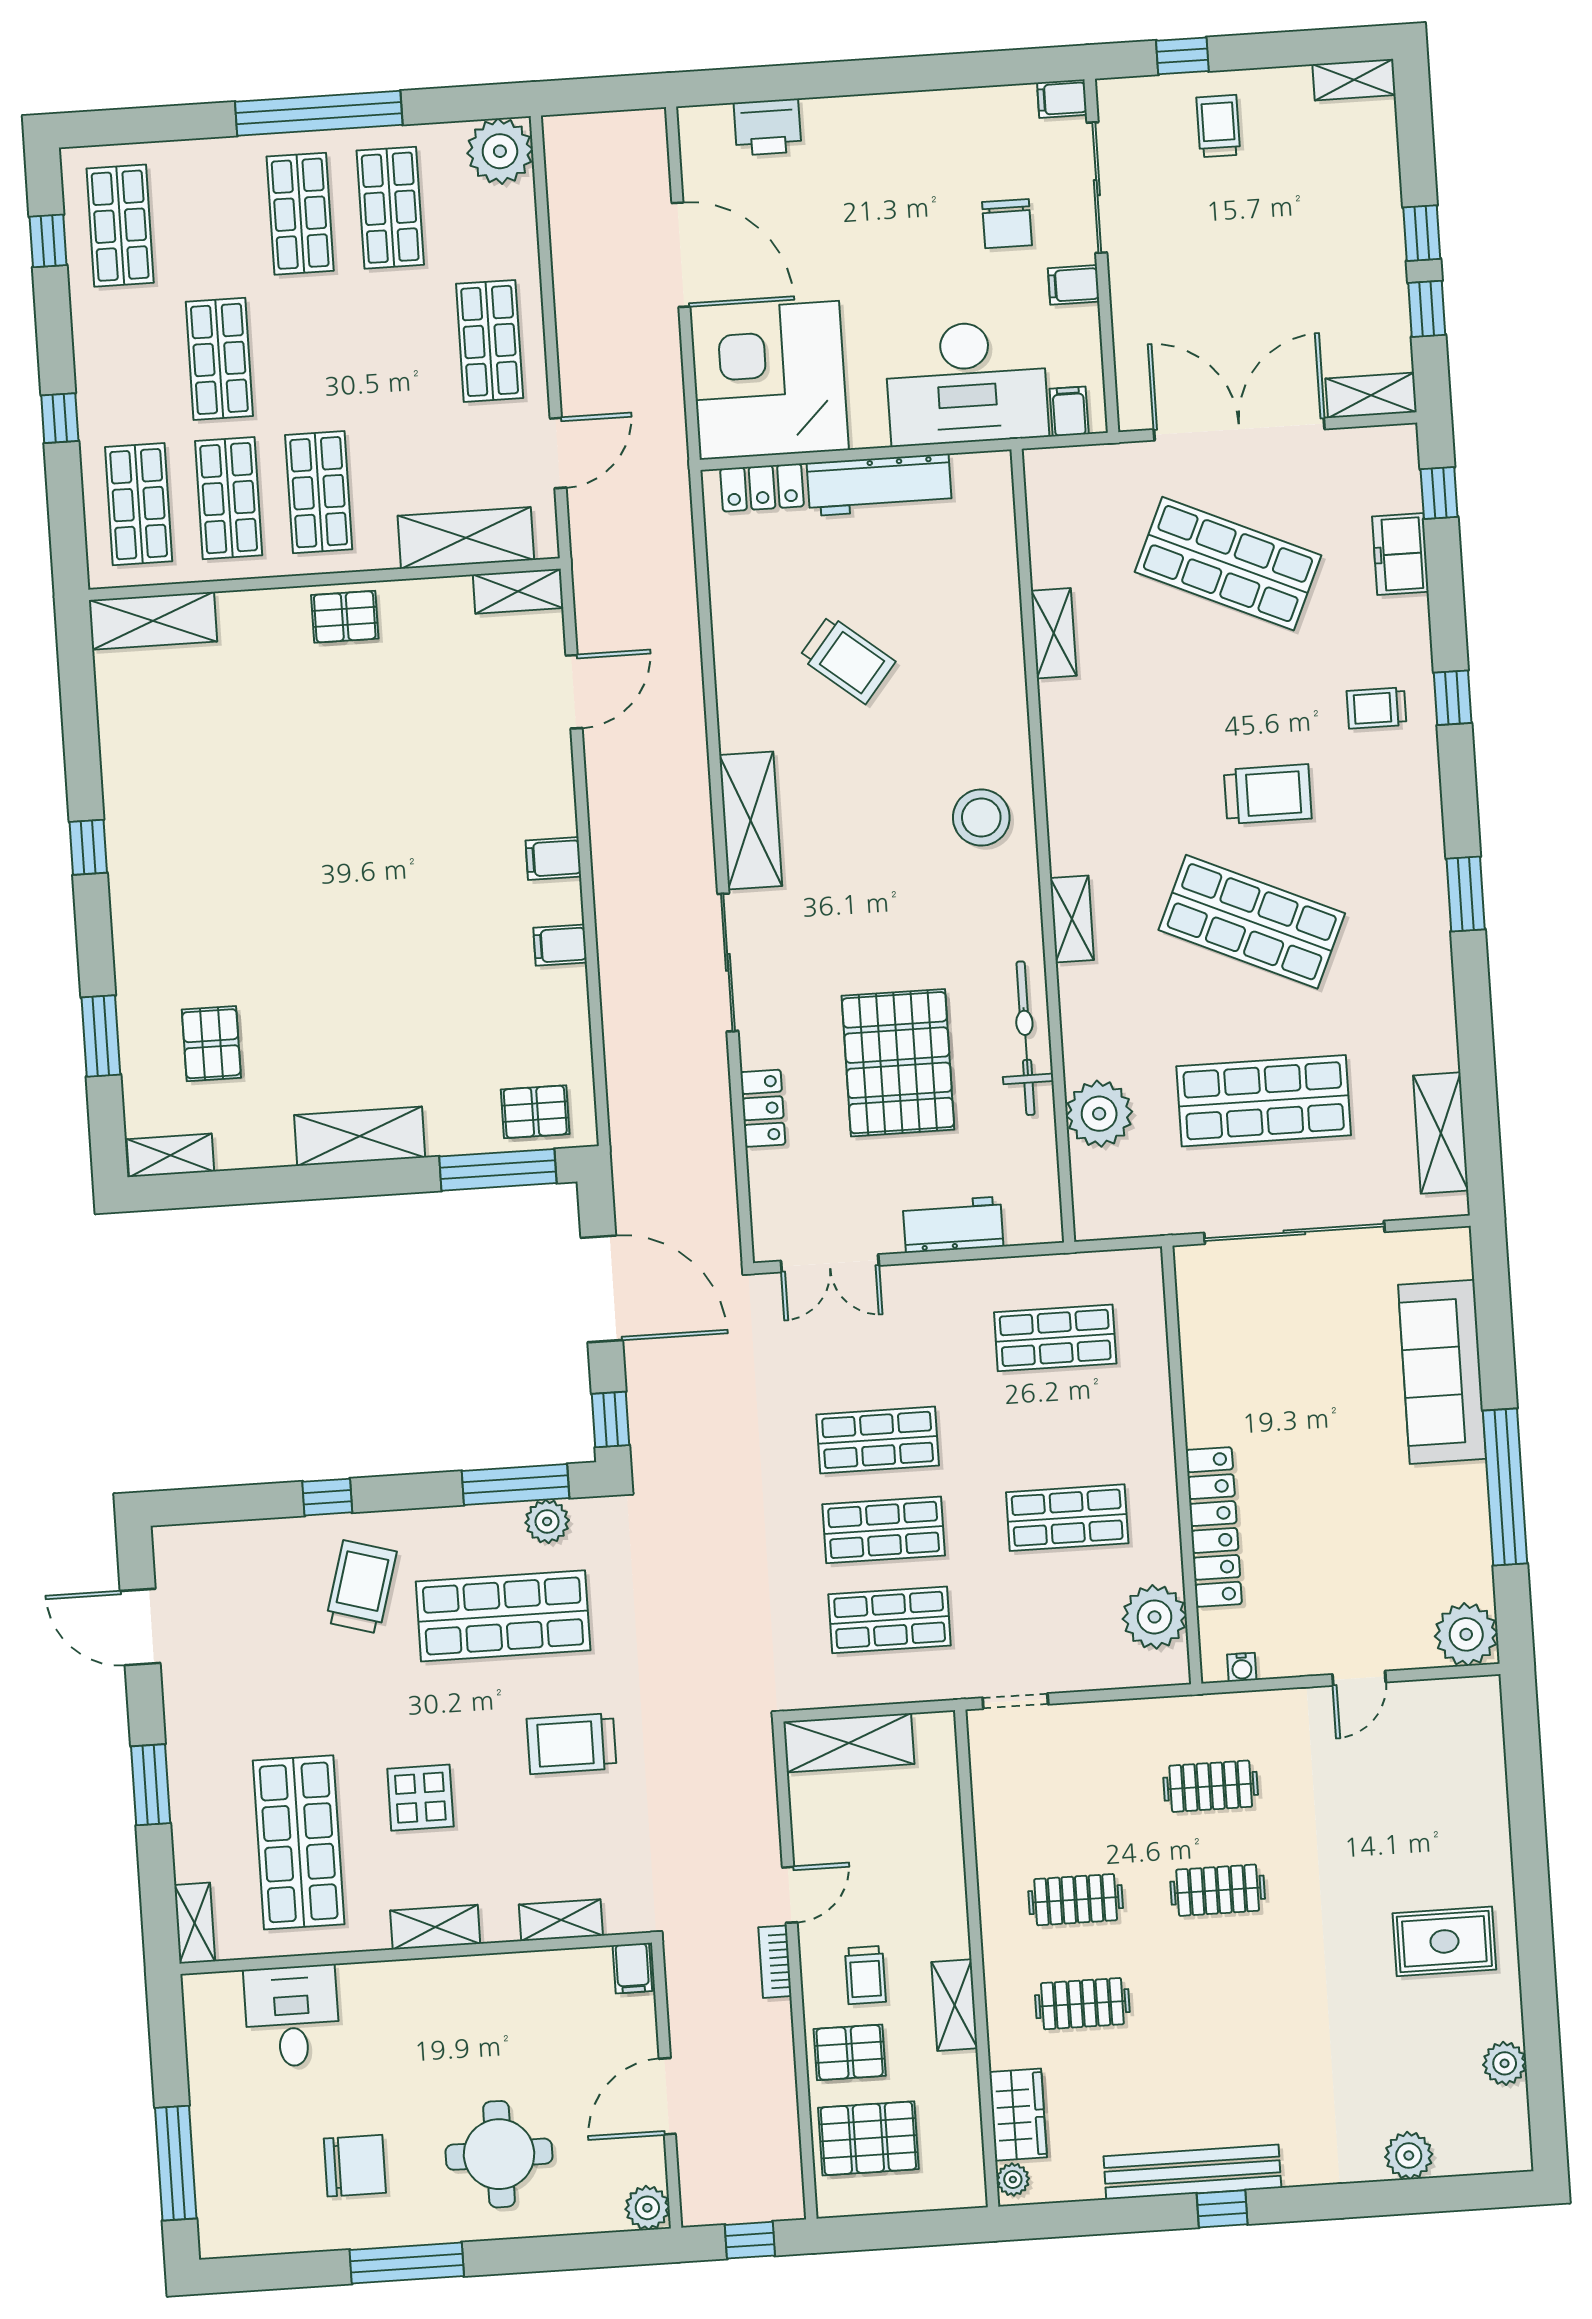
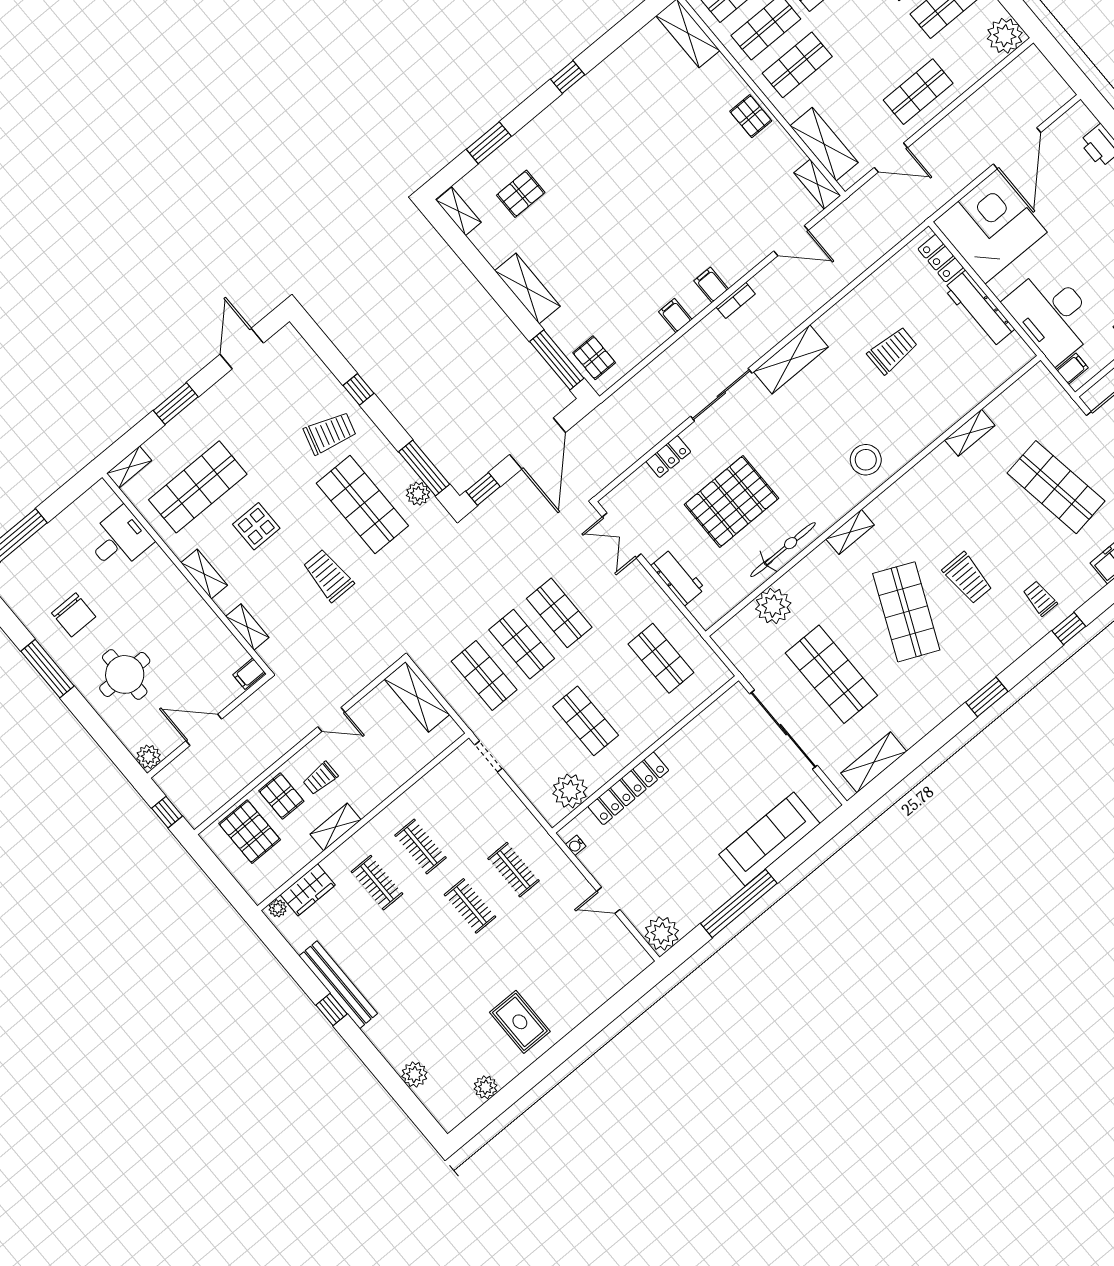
shop shelf: (1228, 564) -> (1056, 487), turned -33
trolley: (847, 659) -> (892, 350), turned -129
bookcase: (775, 1962) -> (736, 300), moved, turned 180

